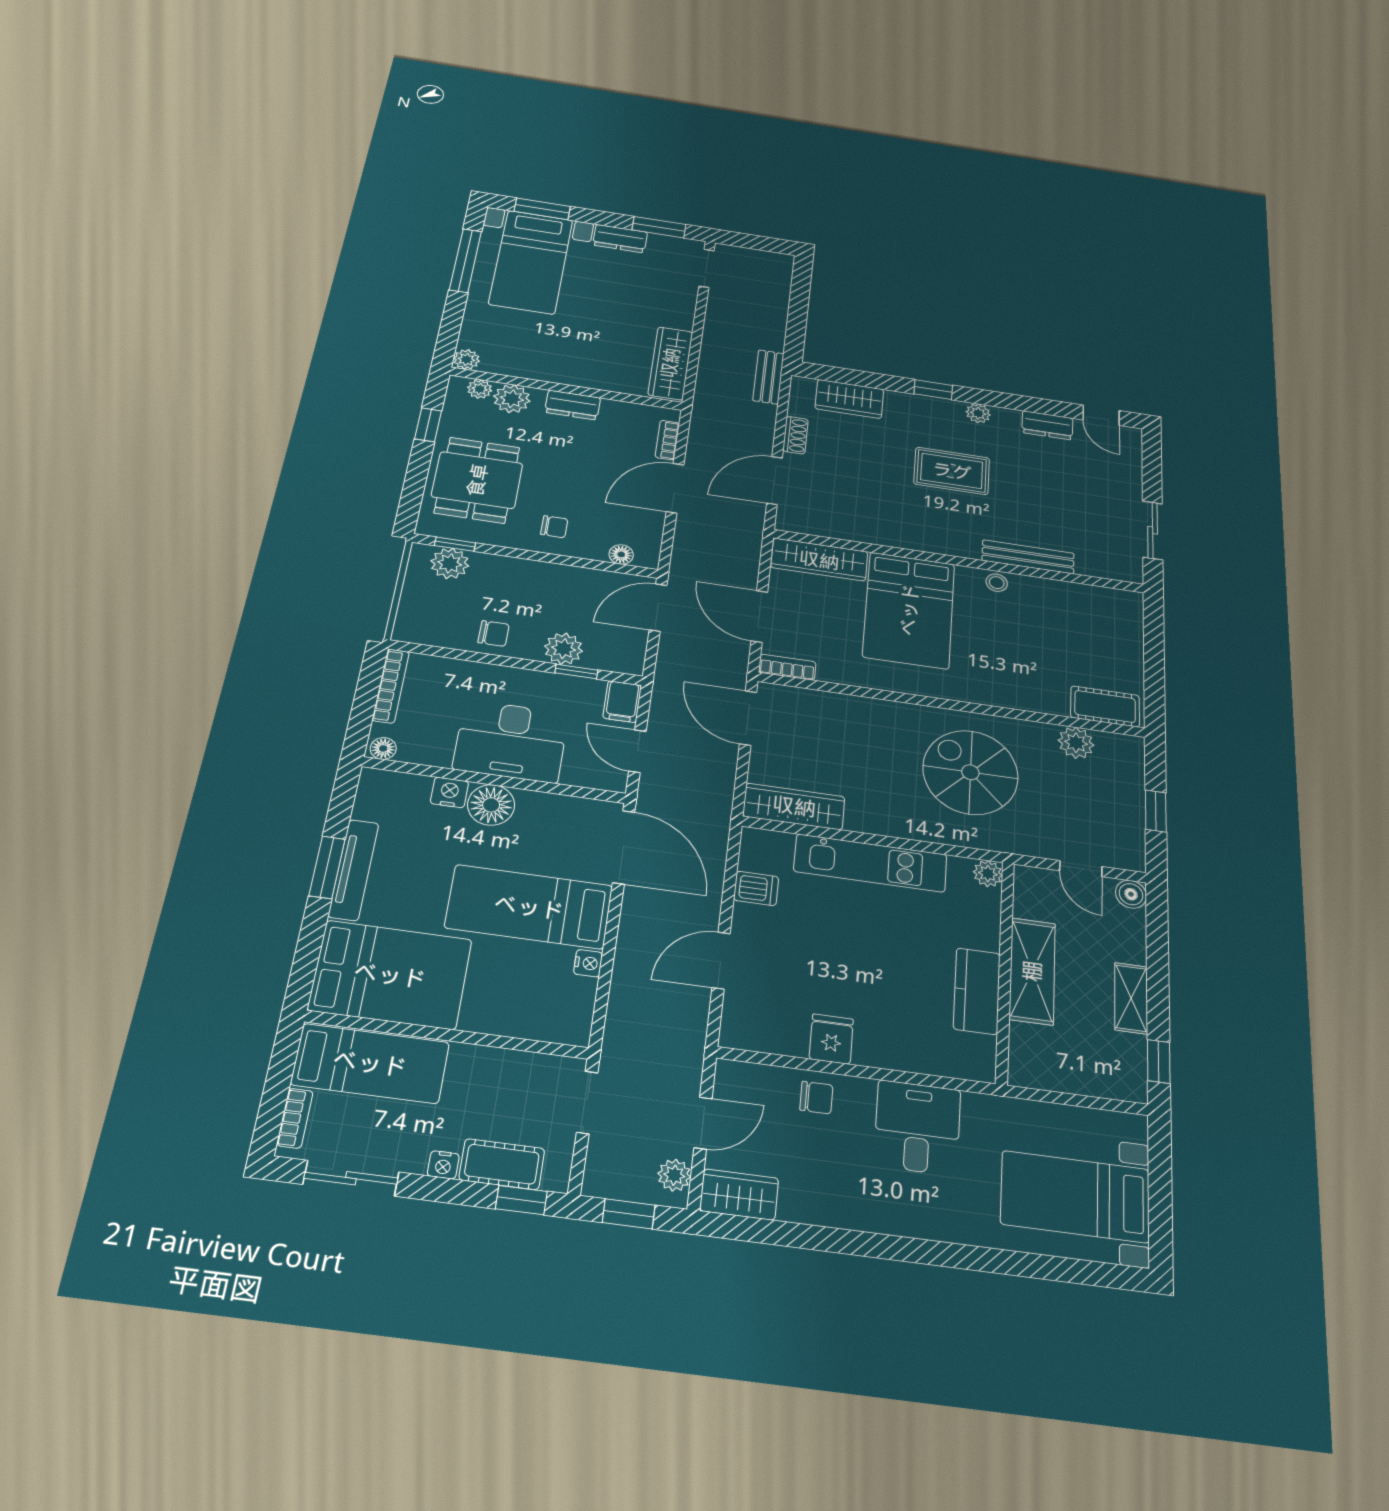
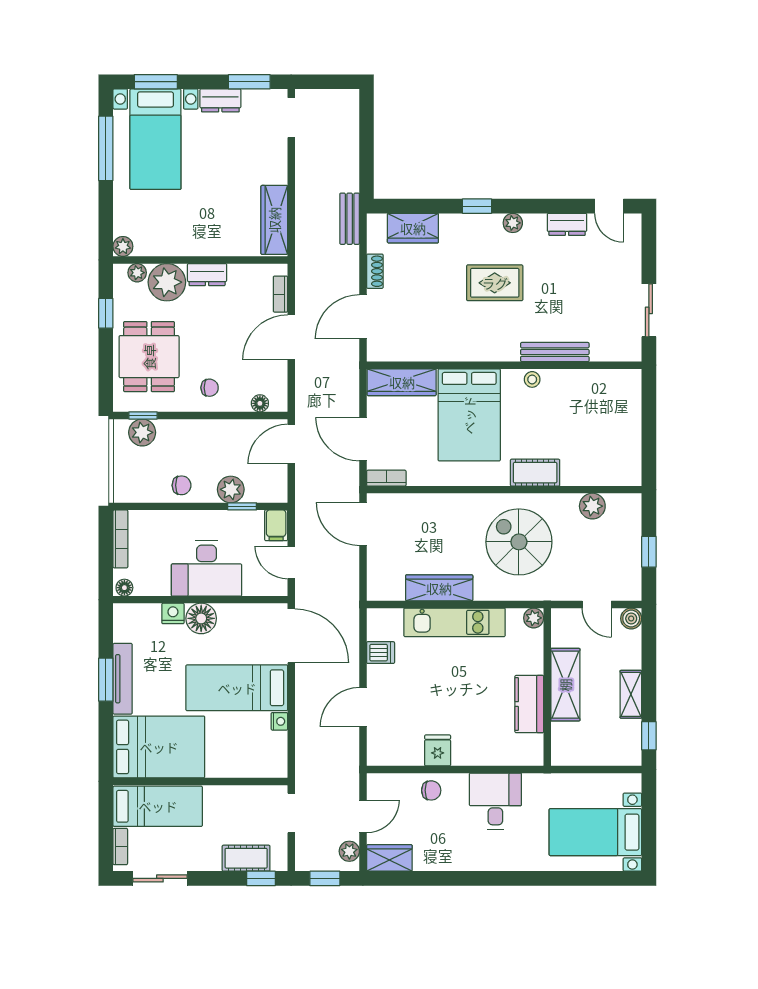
plant: (512, 399) -> (167, 282), width x1.36, depth x1.36
cot: (1105, 706) -> (535, 473), moved
wardrobe: (794, 806) -> (439, 588), moved
nightstand: (443, 1165) -> (212, 863), removed

